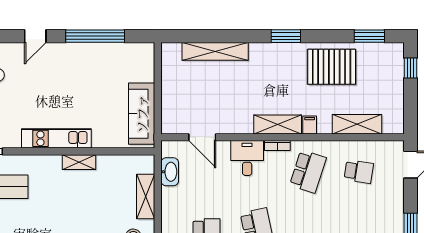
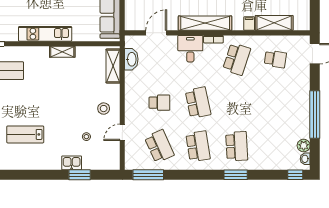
shelving: (278, 124) -> (205, 23), width x1.47
filing cabinet: (310, 125) -> (249, 24), moved
door: (202, 137) -> (156, 33), swing flipped
shelving: (146, 196) -> (113, 66), moved

